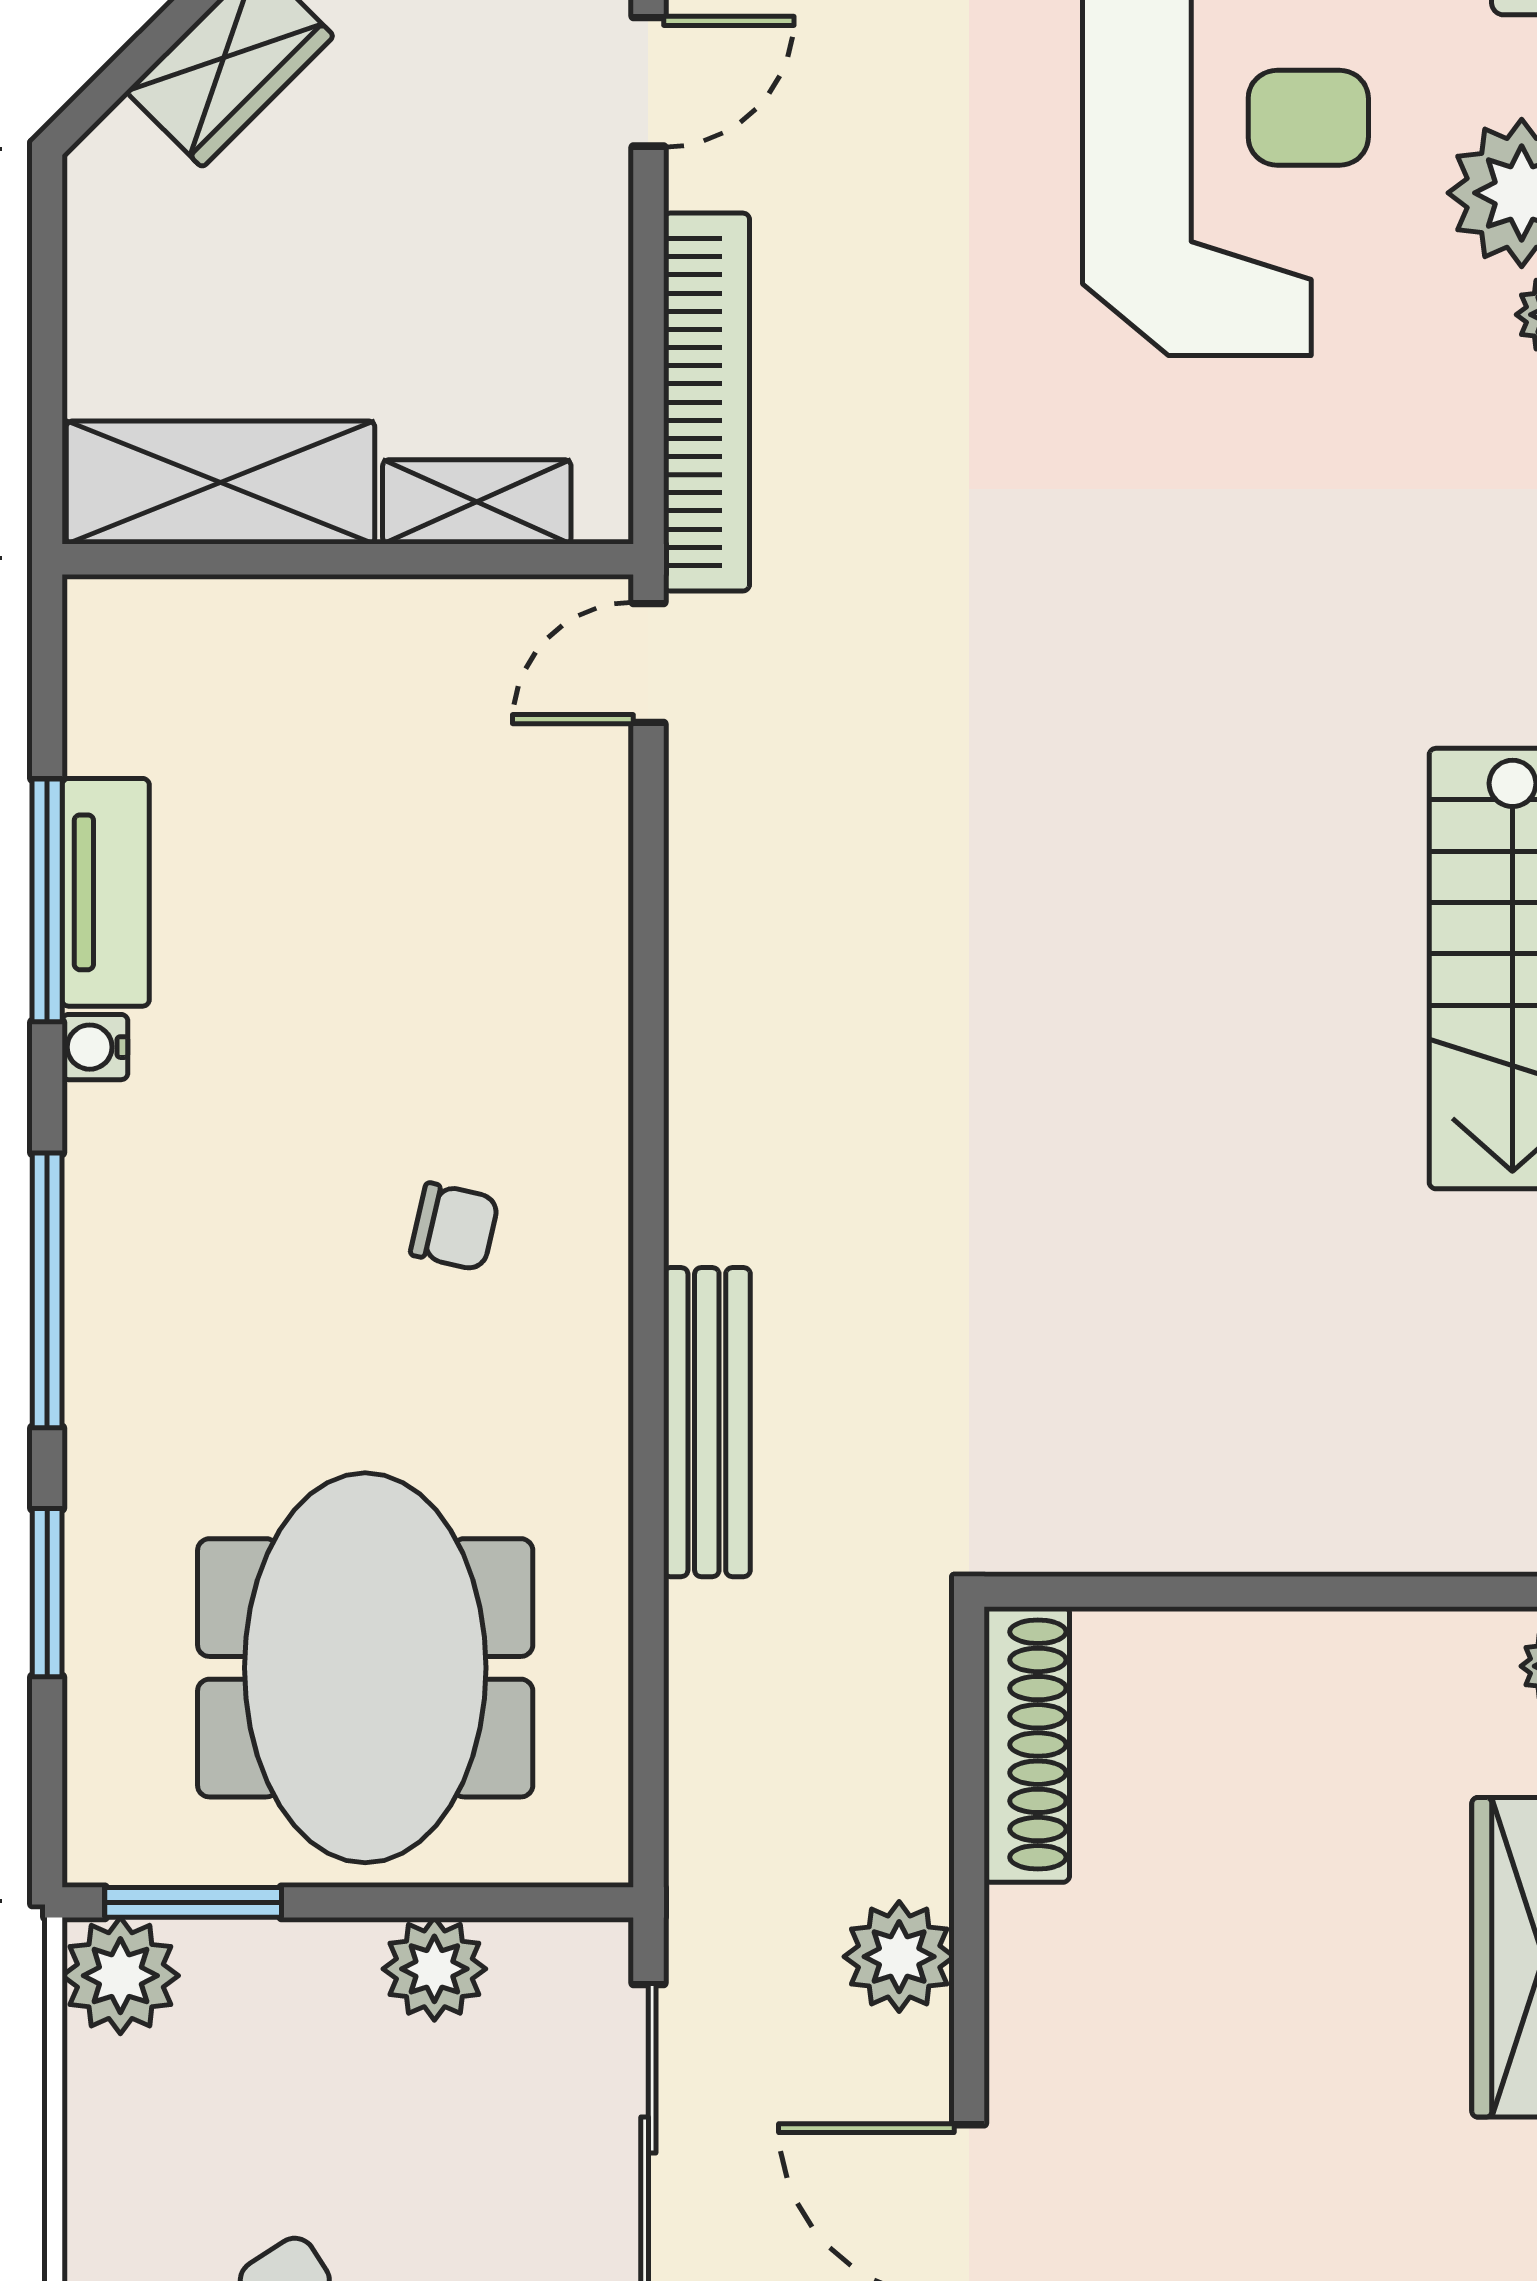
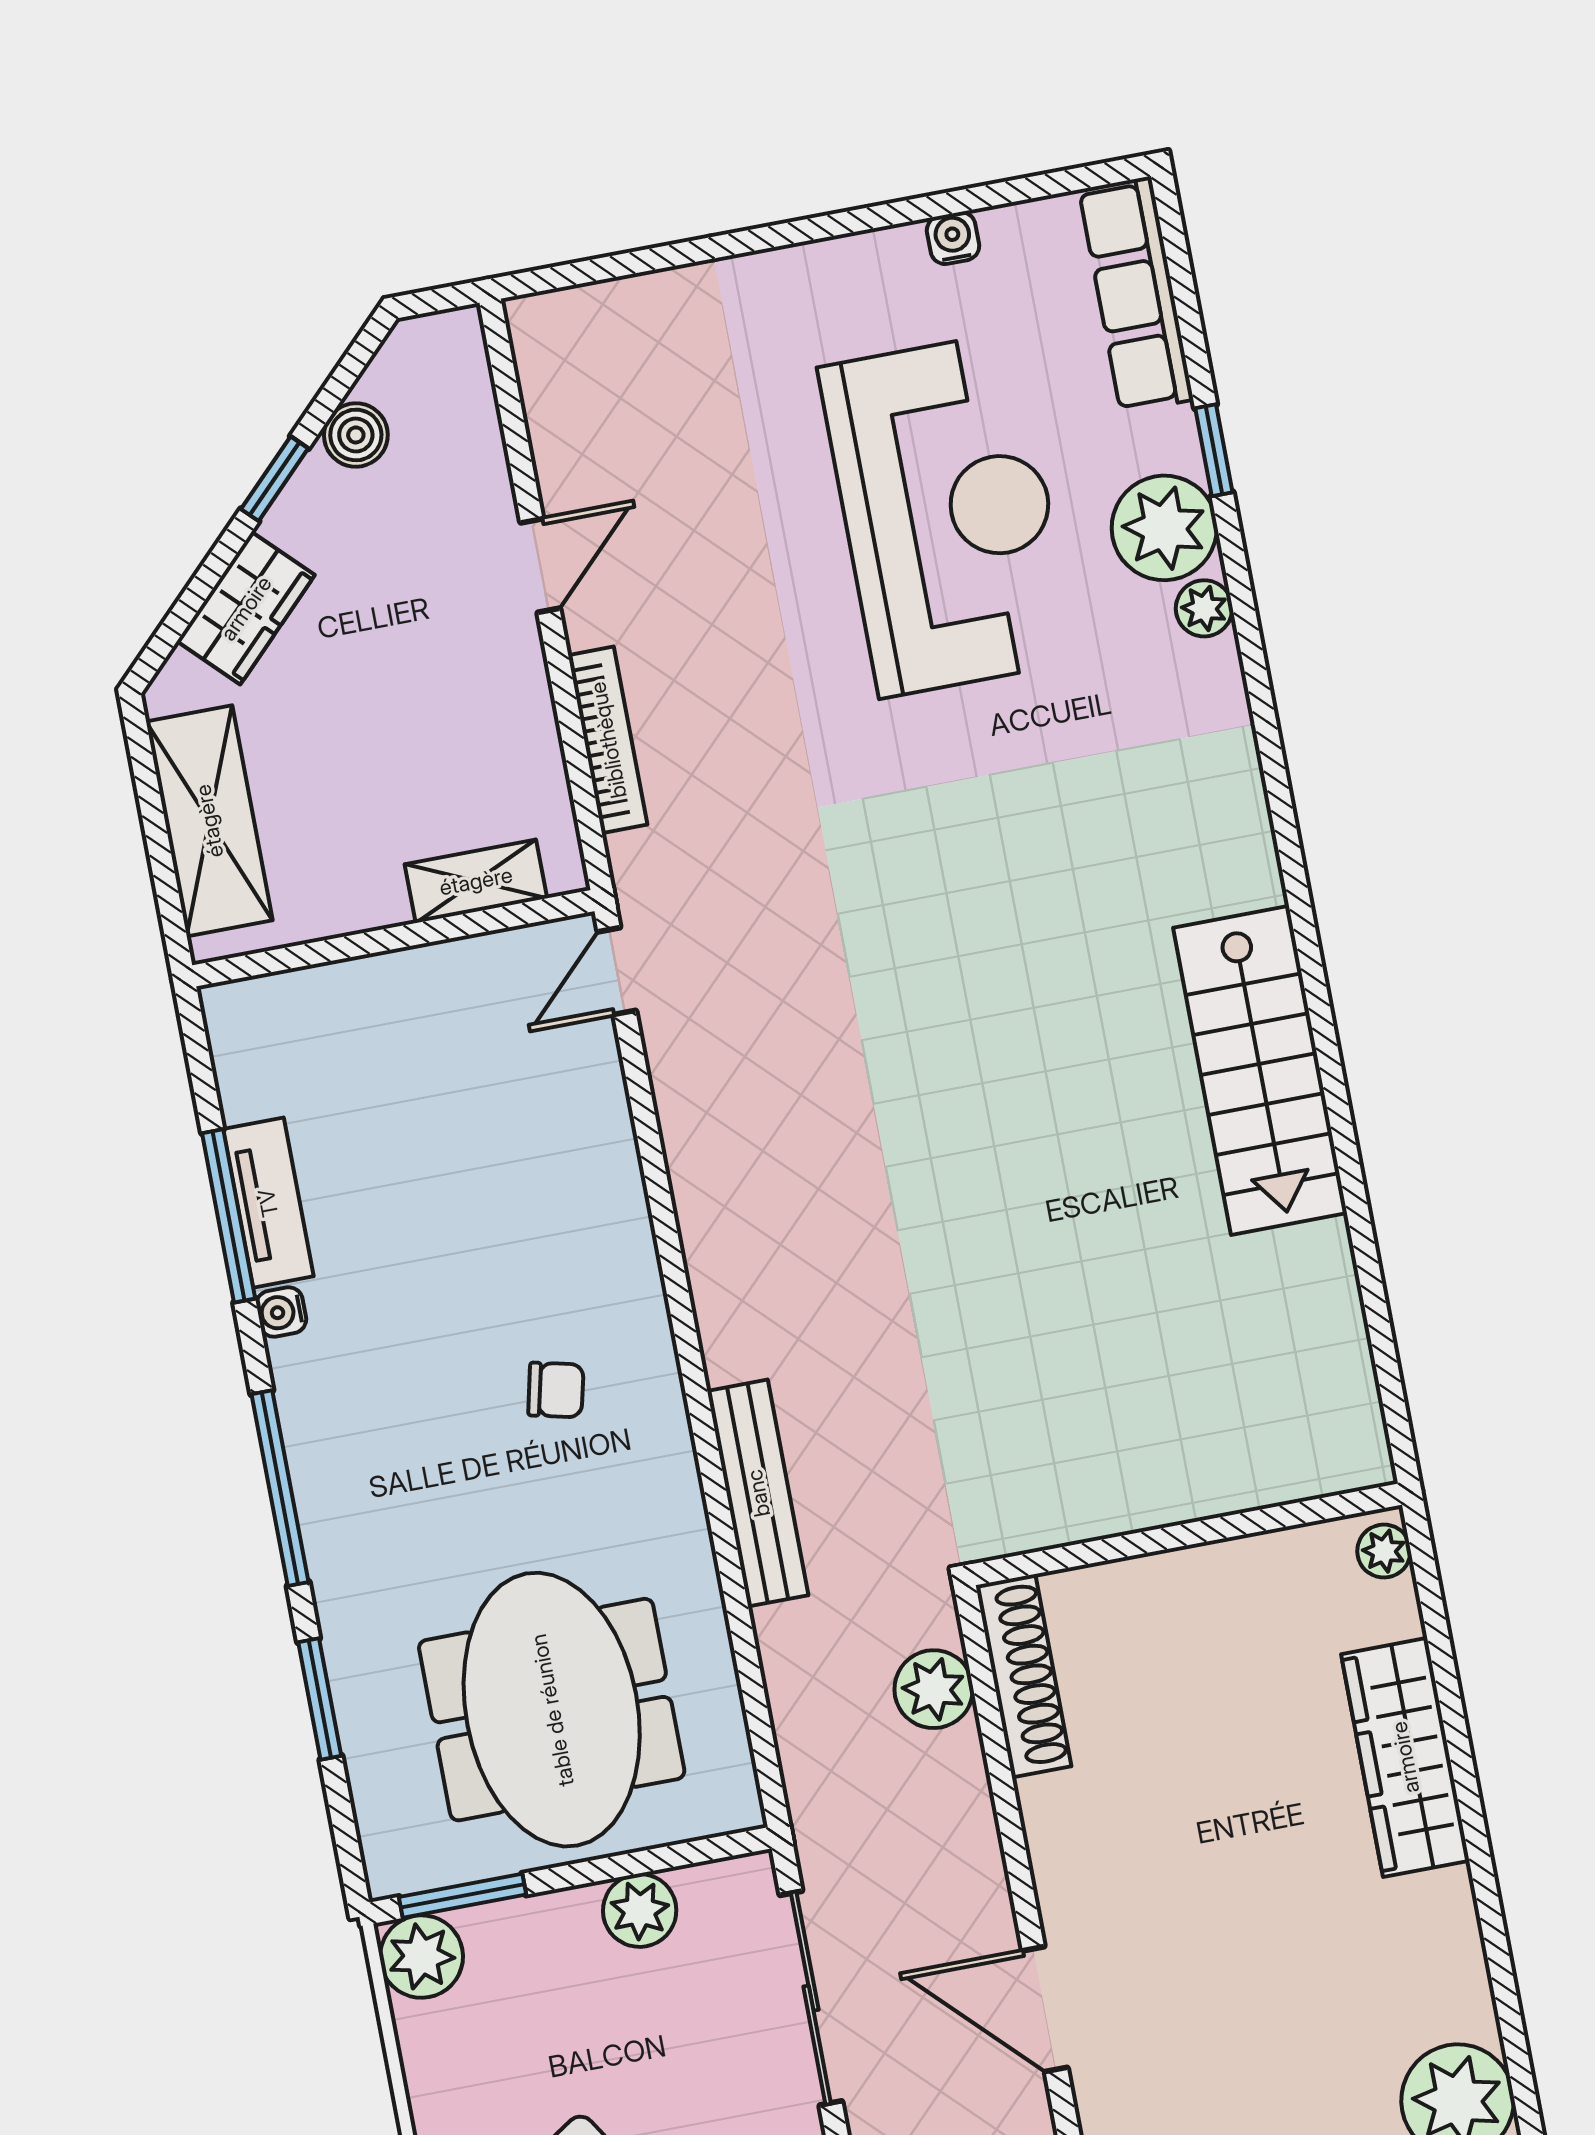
bookcase: (706, 402) -> (608, 740), width x0.68, depth x0.76
shelving: (221, 483) -> (209, 821), moved, turned 90
plant: (899, 1957) -> (934, 1689), moved

